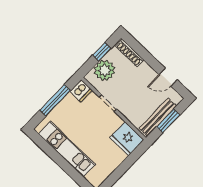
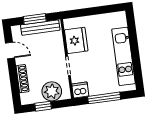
shoe rack: (130, 53) -> (22, 79), moved
fridge: (127, 139) -> (76, 40), moved

